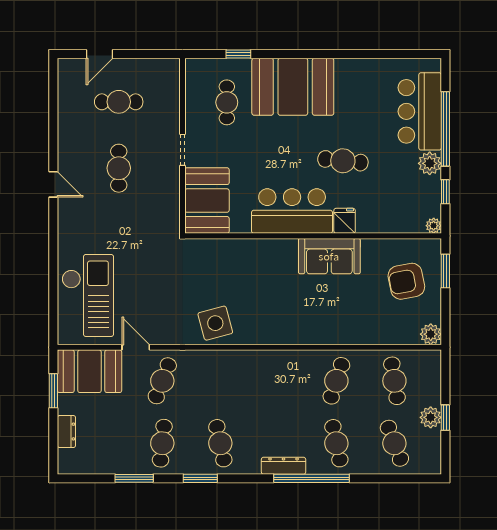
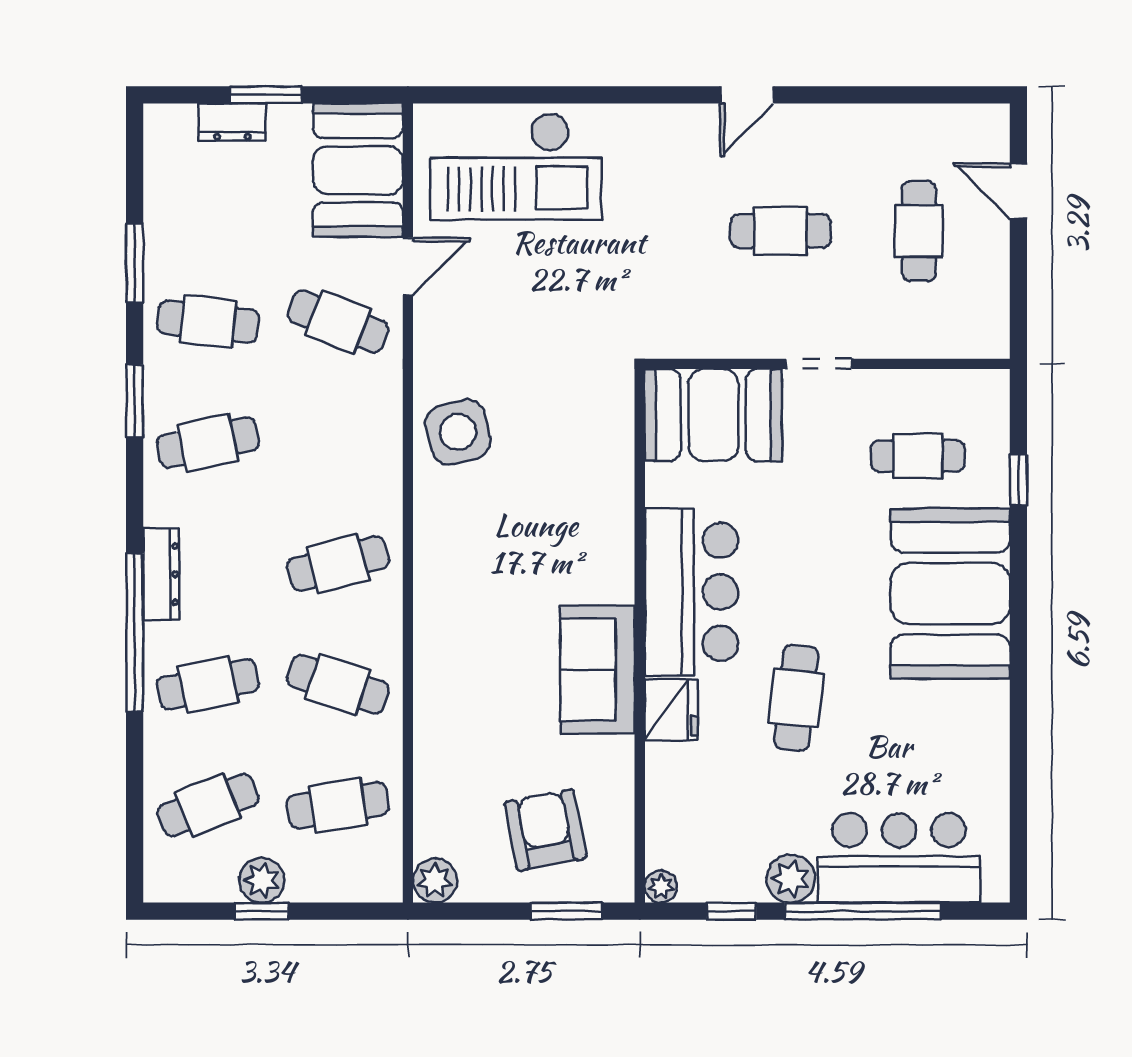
fridge: (345, 221) -> (671, 710), width x1.38
cafe table: (278, 381) -> (338, 563), added
window: (53, 391) -> (266, 95), moved

